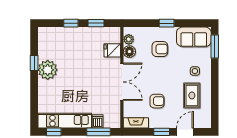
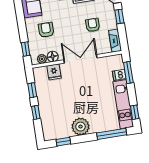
window: (167, 23) -> (26, 49), moved
window: (34, 63) -> (63, 142), moved
window: (34, 103) -> (112, 134), added

